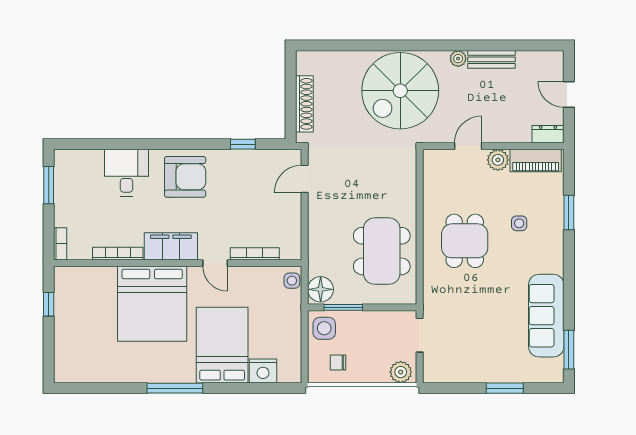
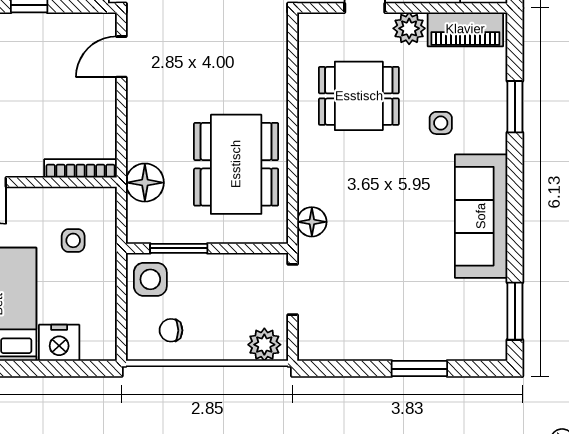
dining table: (465, 241) -> (359, 96), moved, turned 90
bookcase: (255, 254) -> (81, 168), moved
side table: (292, 281) -> (73, 240), moved
floor lamp: (321, 289) -> (145, 183), moved
floor lamp: (433, 290) -> (312, 222), added
sofa: (546, 316) -> (481, 216), moved

